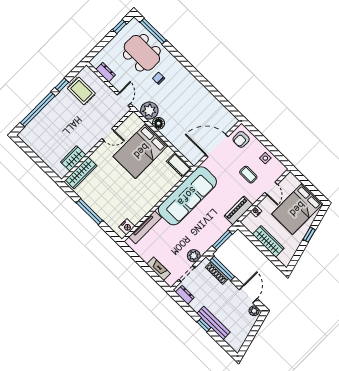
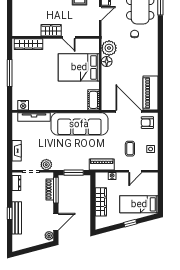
door: (124, 99) -> (100, 14), moved
piano: (219, 113) -> (150, 93), added
wardrobe: (73, 158) -> (51, 30), moved
bed: (297, 209) -> (139, 204), width x0.67

